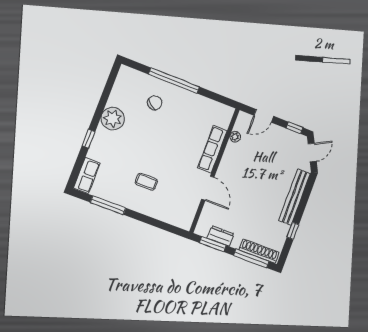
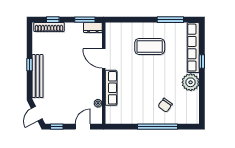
row of seats: (87, 176) -> (193, 48), width x2.02
coffee table: (146, 182) -> (150, 46), width x1.86, depth x1.72
window: (293, 231) -> (29, 65), moved
dresser: (221, 236) -> (93, 28), moved
window: (251, 258) -> (53, 20), width x0.46

